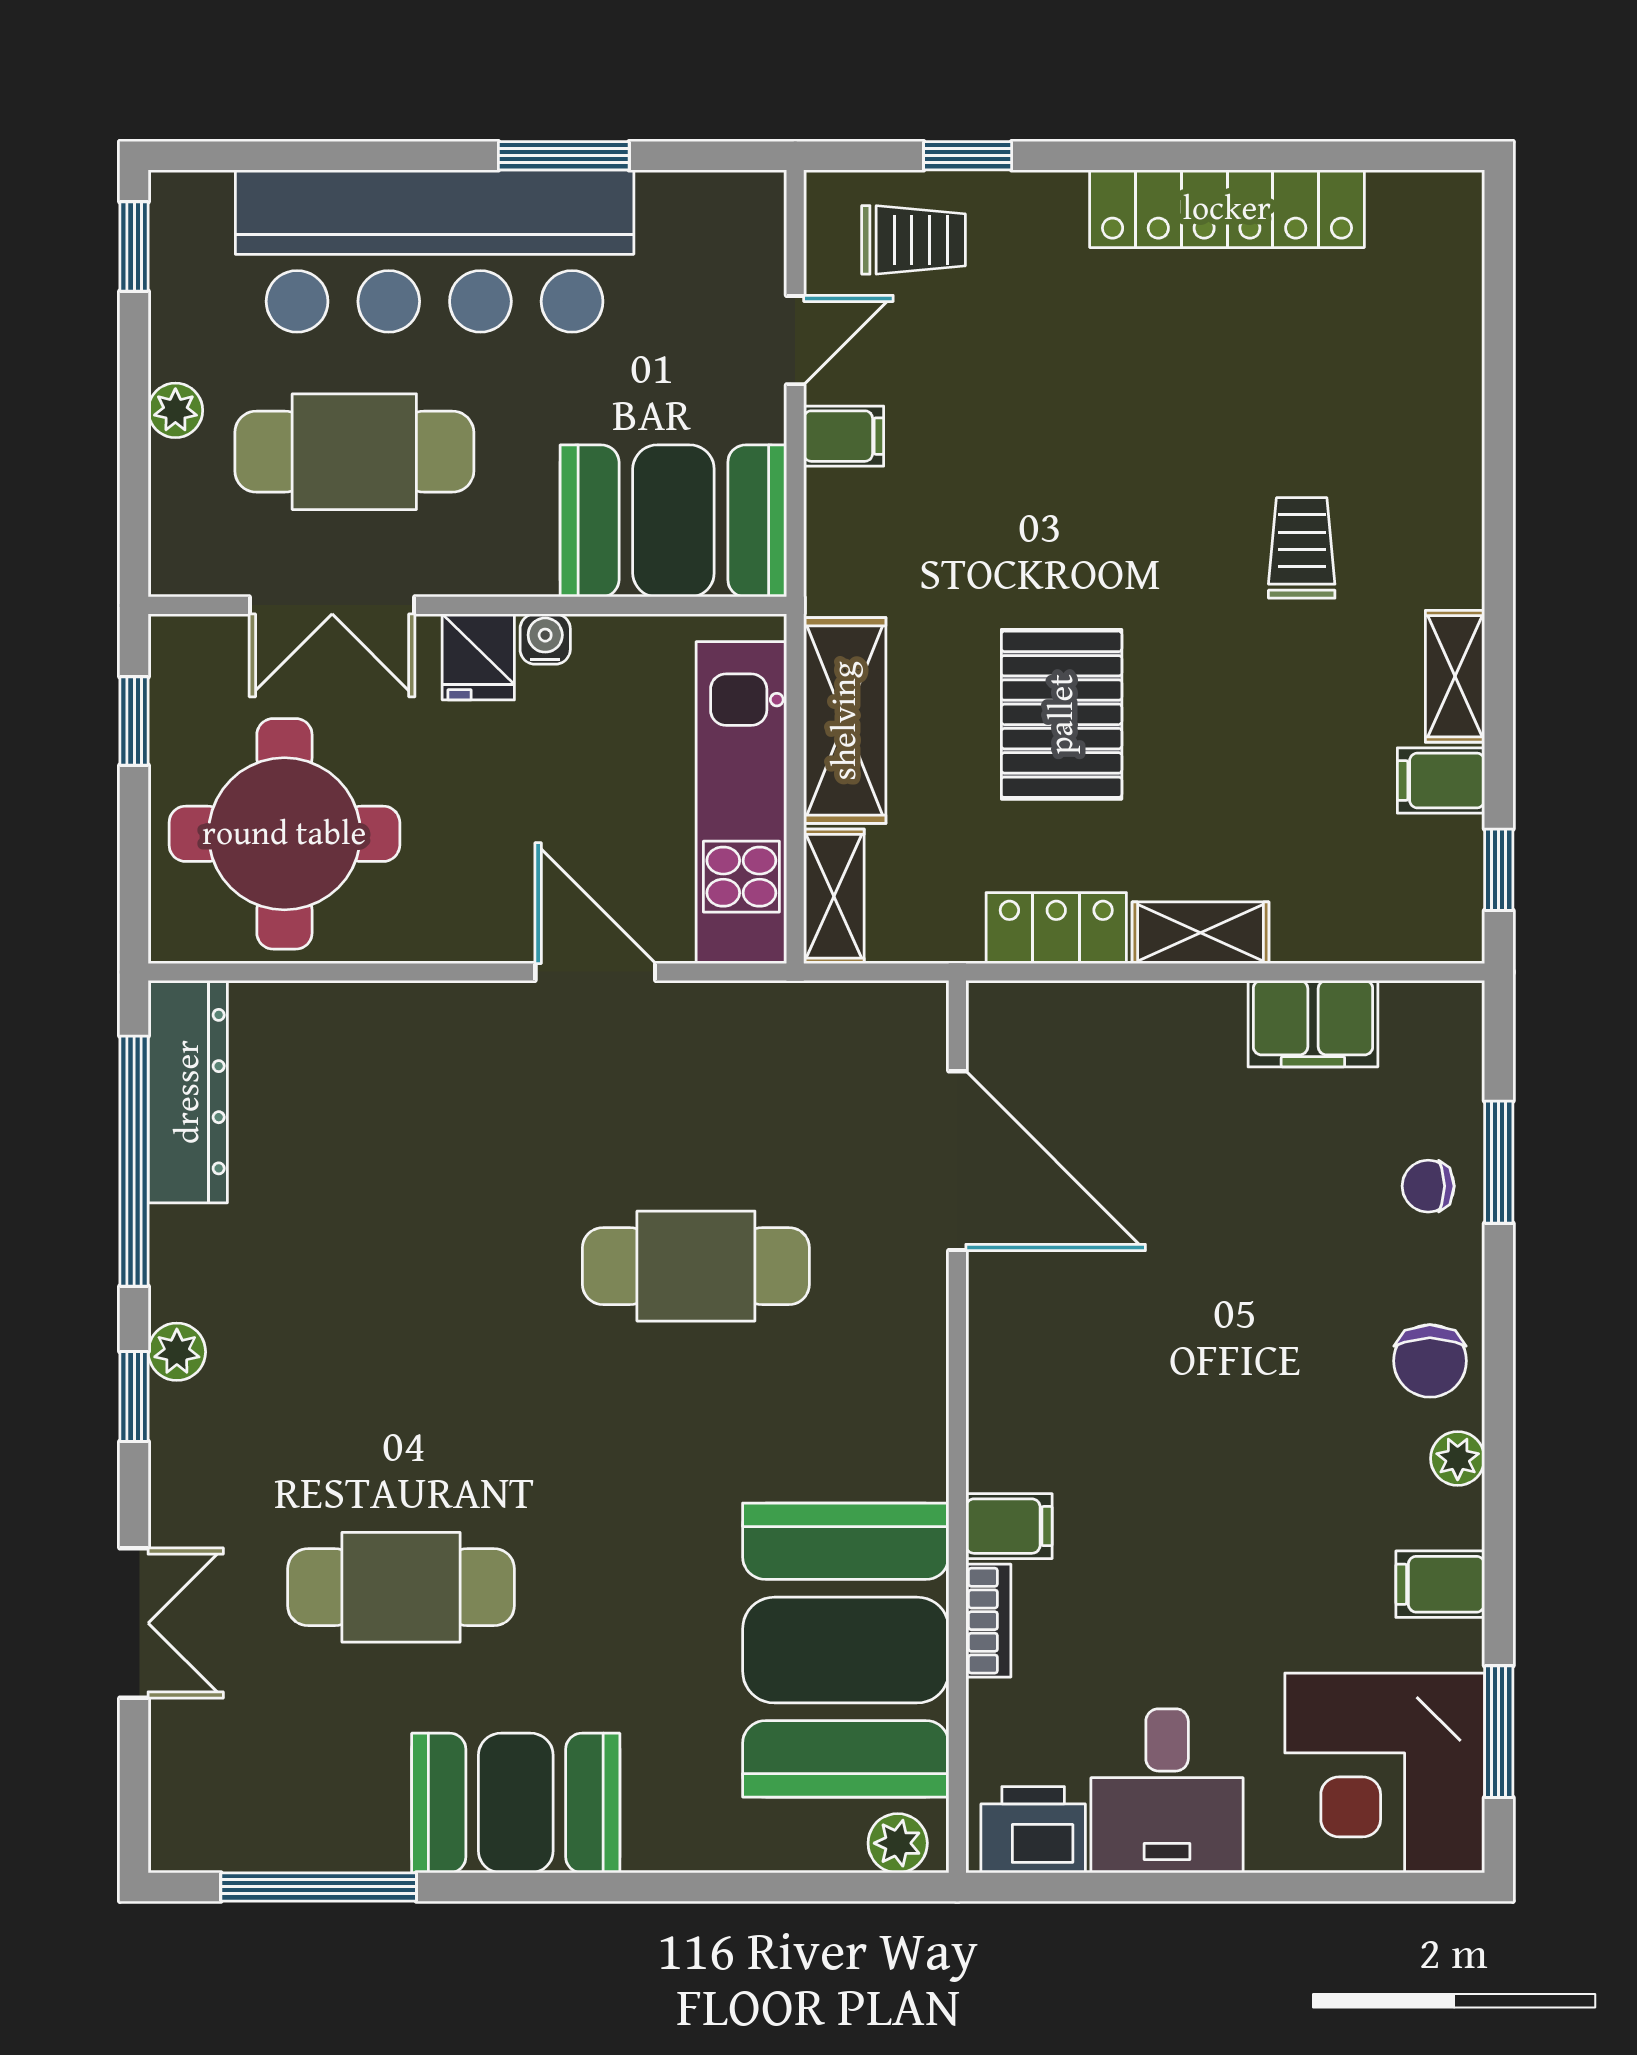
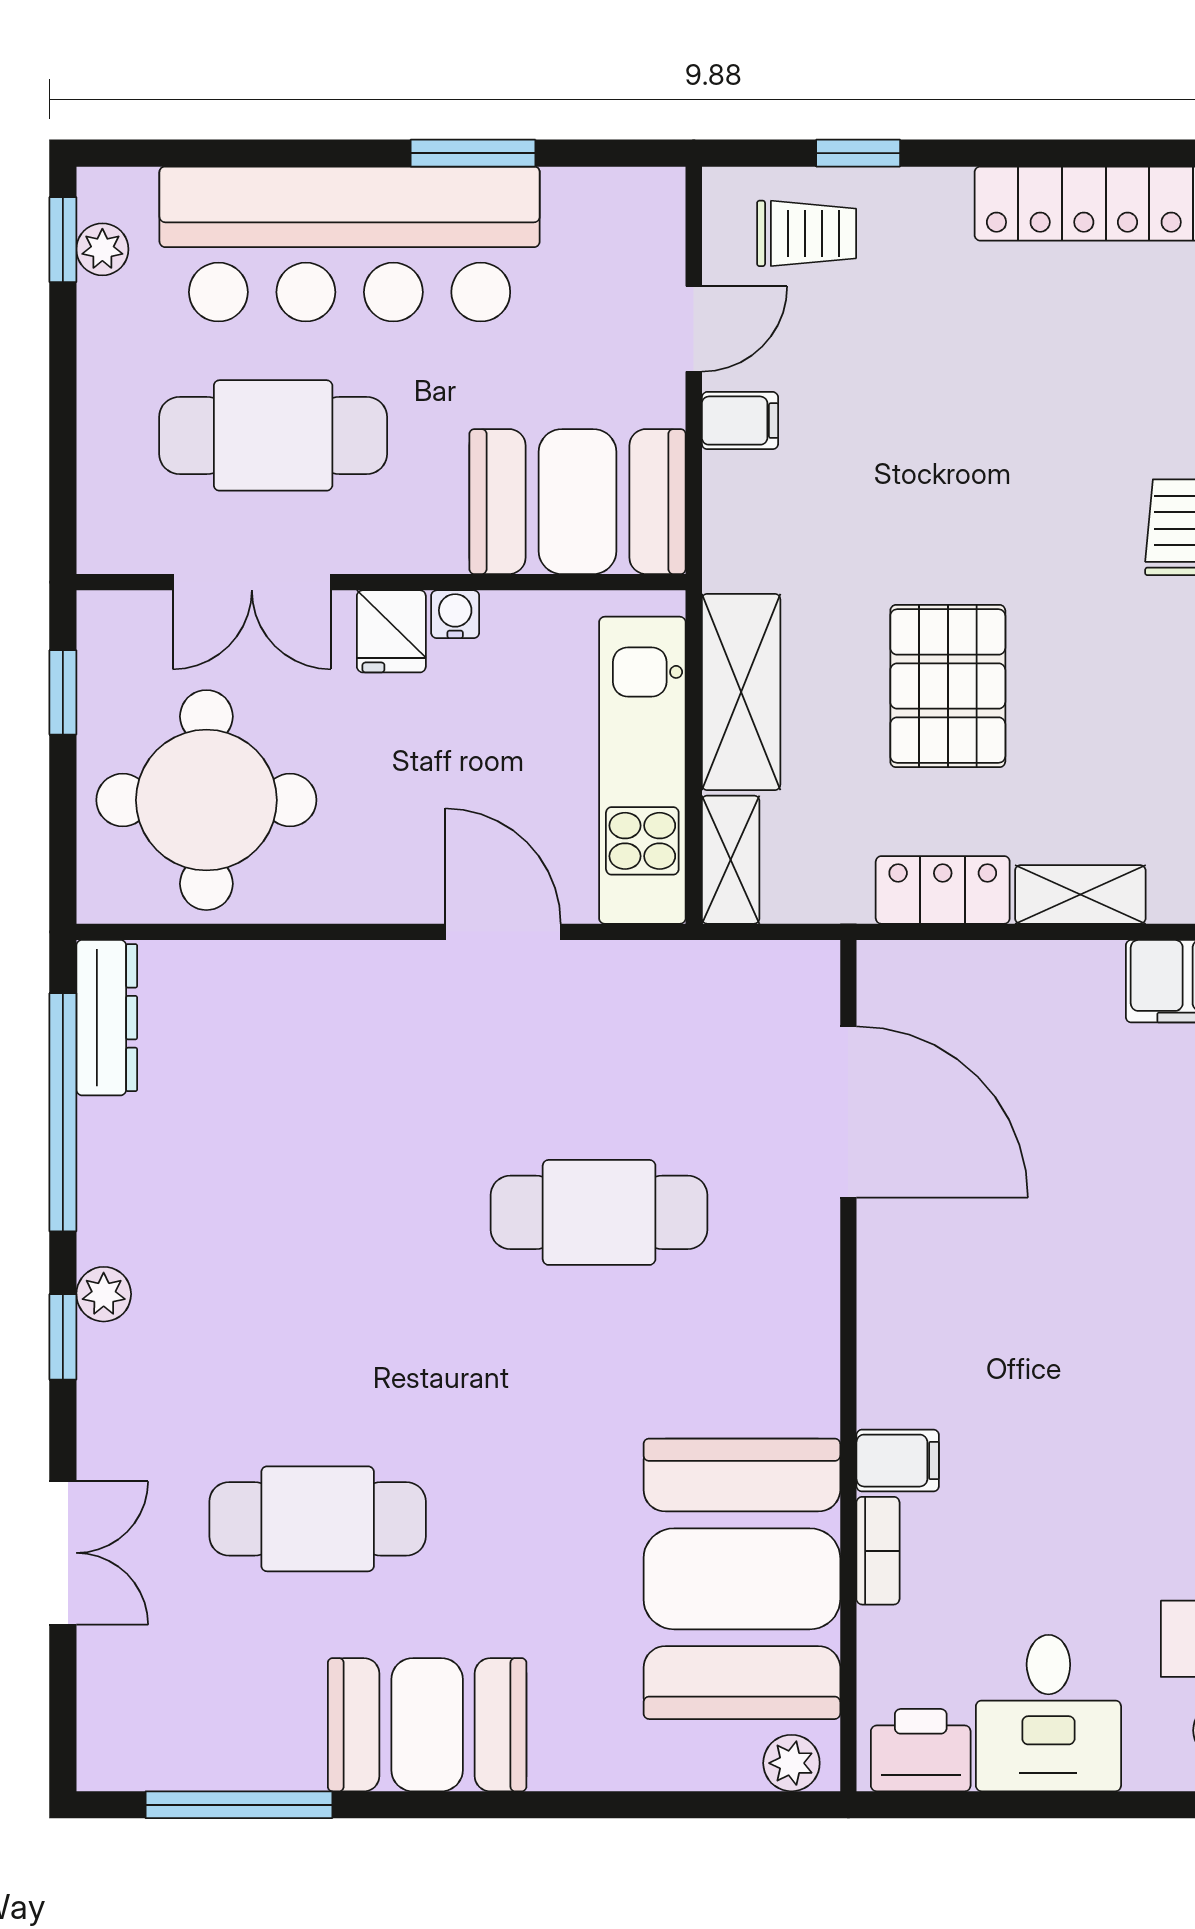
plant: (175, 410) -> (102, 249), moved
dresser: (188, 1092) -> (107, 1018), width x0.73, depth x0.80

